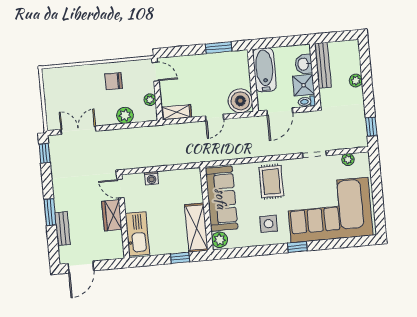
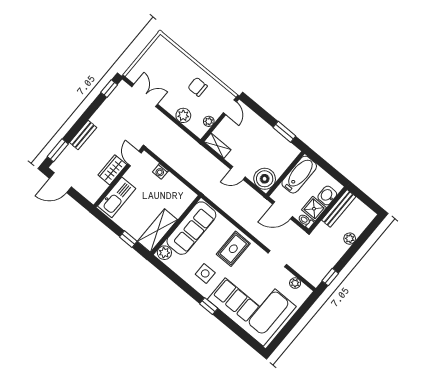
window: (50, 212) -> (58, 150), moved
bench: (62, 229) -> (83, 135), moved

